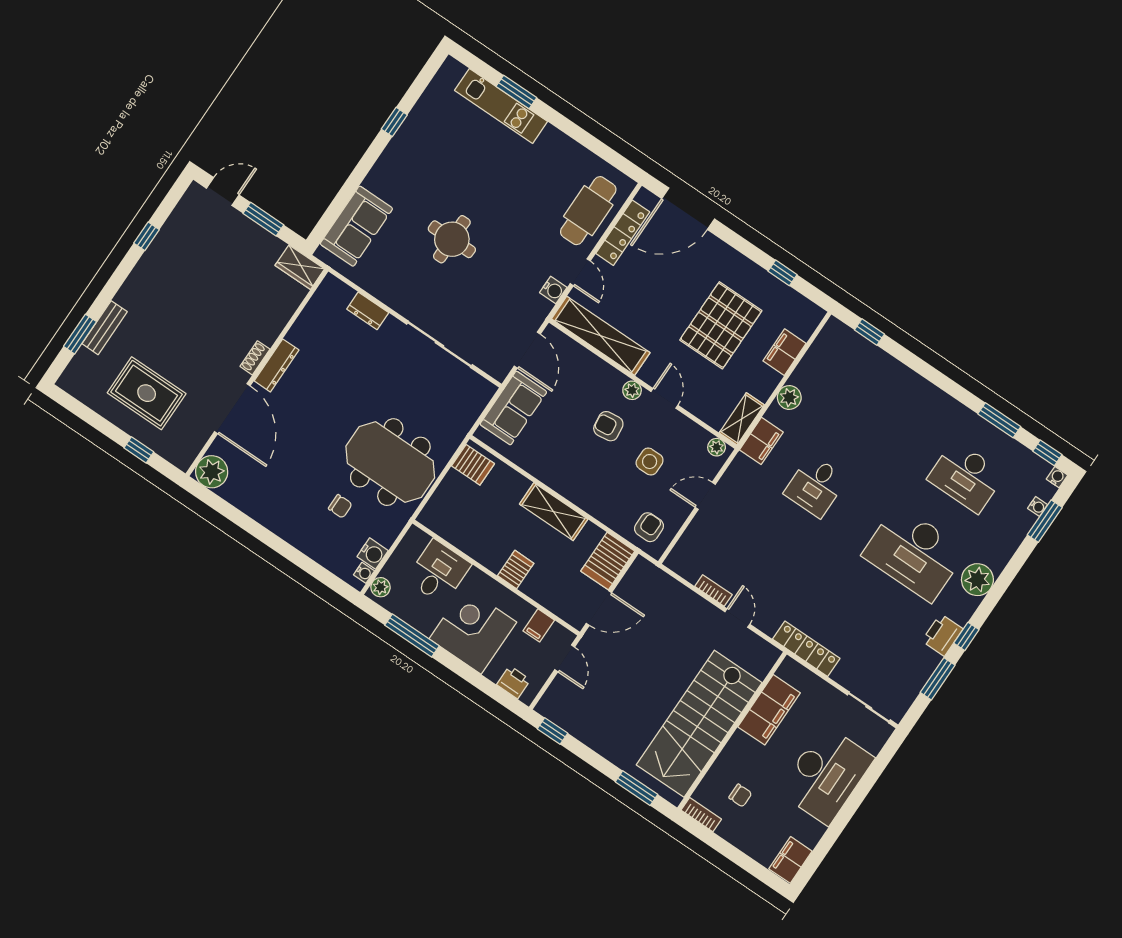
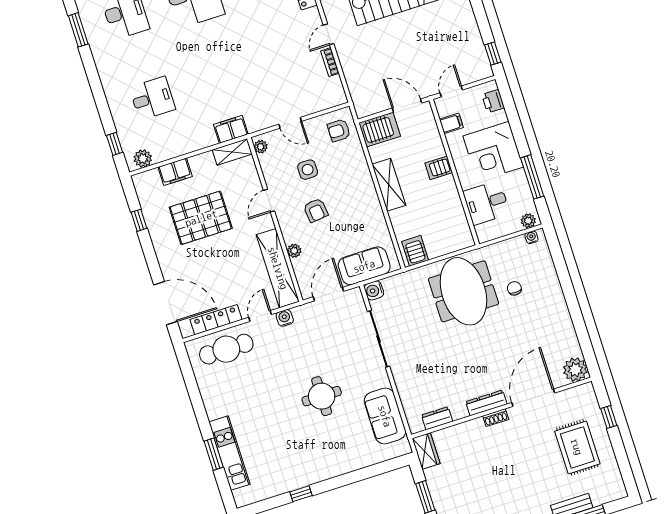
sofa: (356, 226) -> (385, 416), moved, turned -90
dresser: (368, 311) -> (437, 418), moved, turned -90
plant: (632, 390) -> (294, 251), moved
plant: (789, 398) -> (143, 159), moved
desk: (815, 486) -> (152, 98), moved
water cooler: (373, 554) -> (374, 290), moved, turned -90

